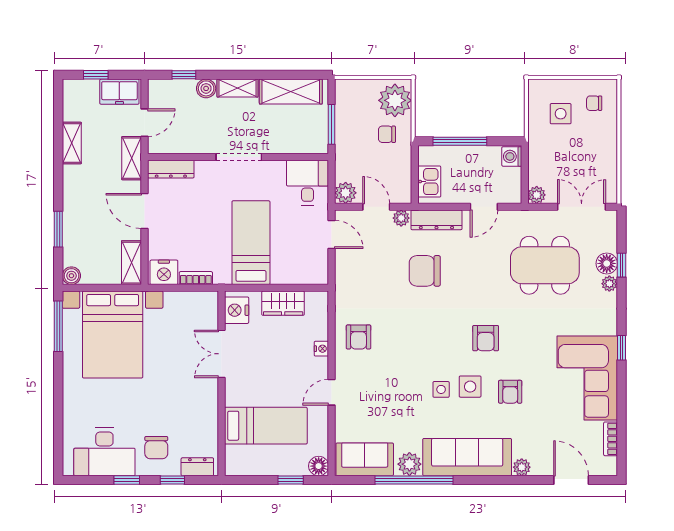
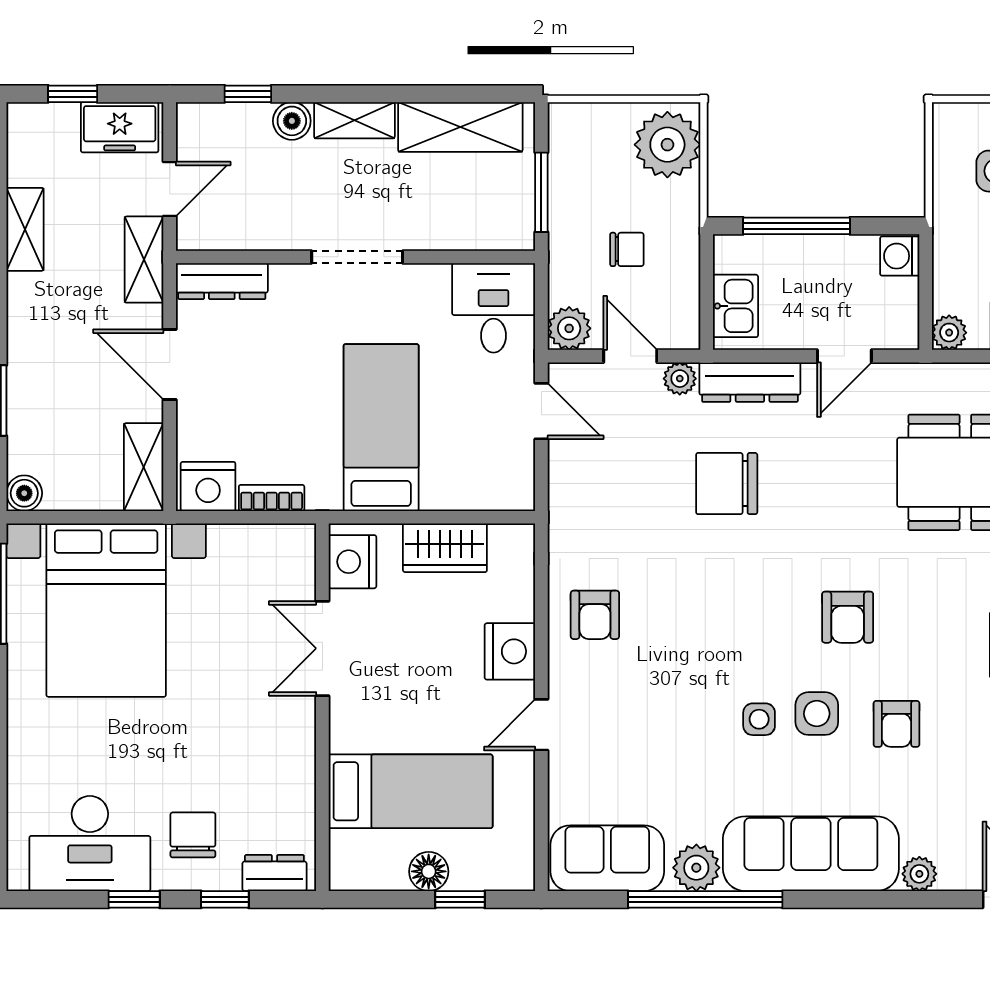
chair: (387, 134) -> (627, 249), moved, turned 180
nightstand: (321, 349) -> (510, 651), width x1.89, depth x1.79
chair: (156, 448) -> (193, 835), turned 180
floor lamp: (319, 466) -> (429, 871), moved

